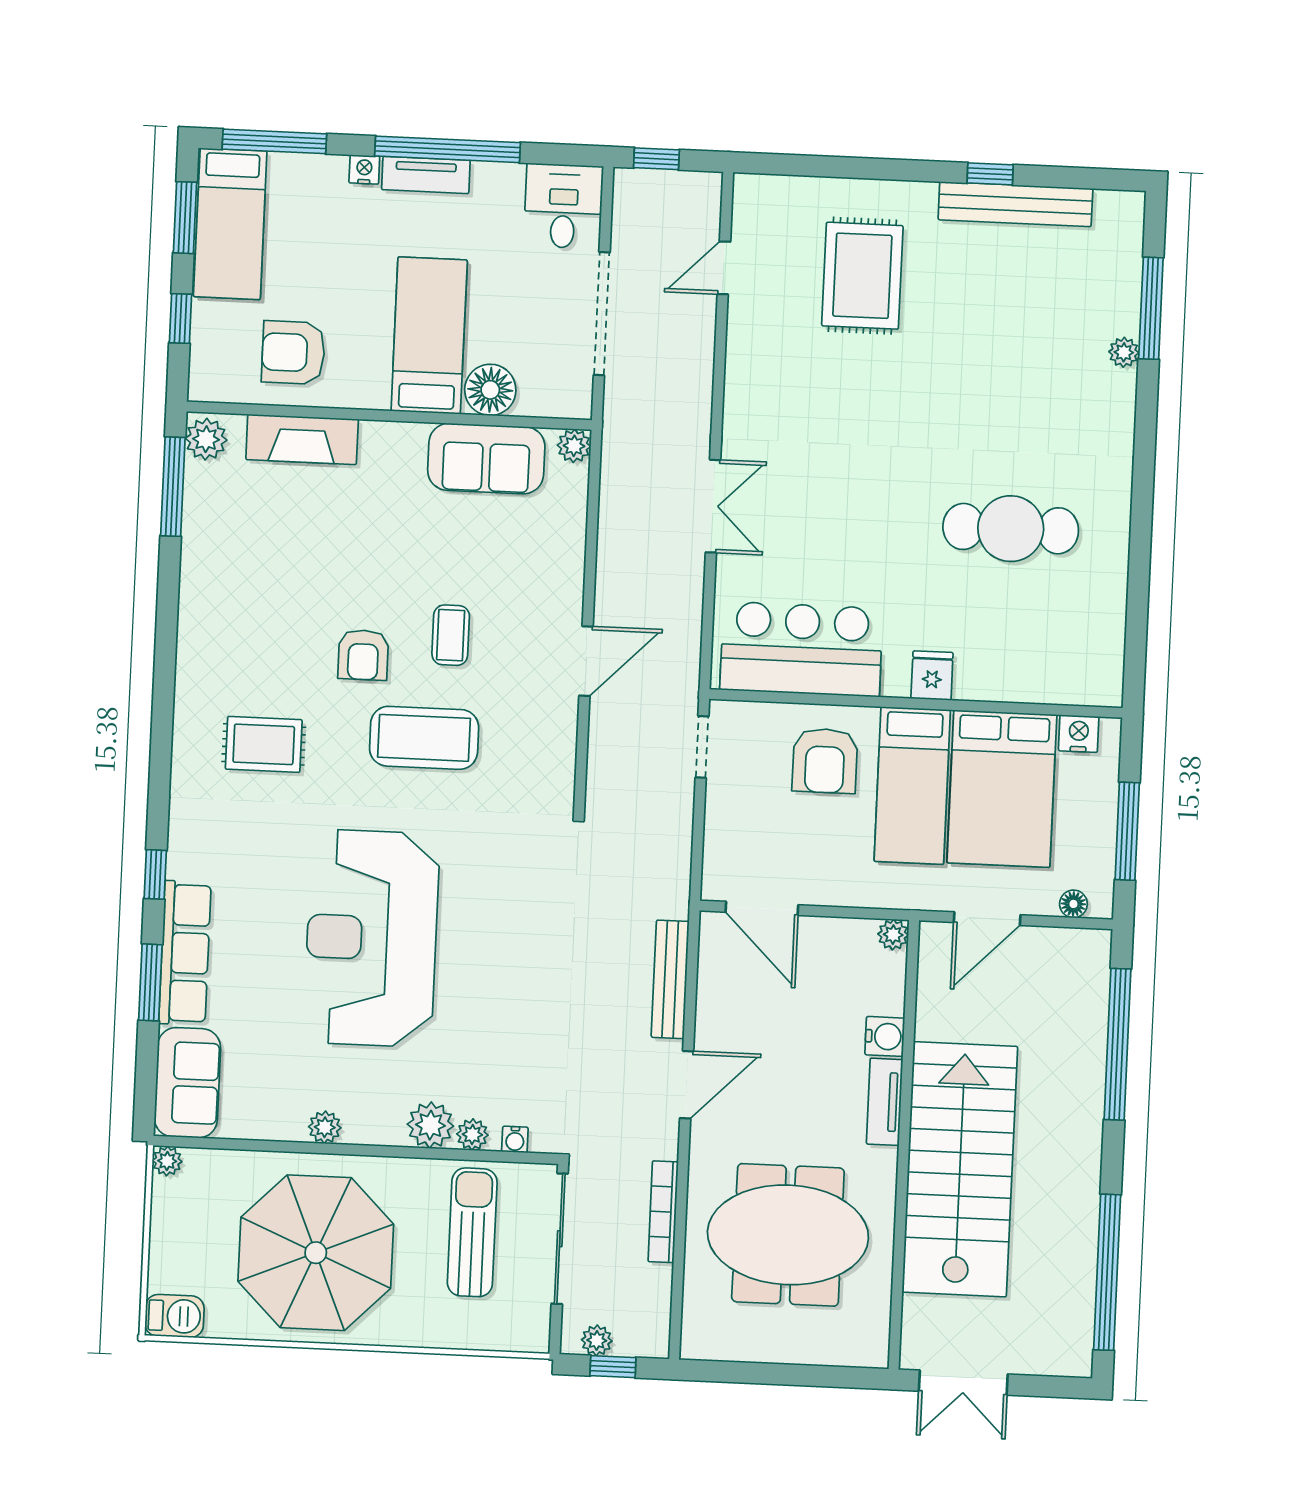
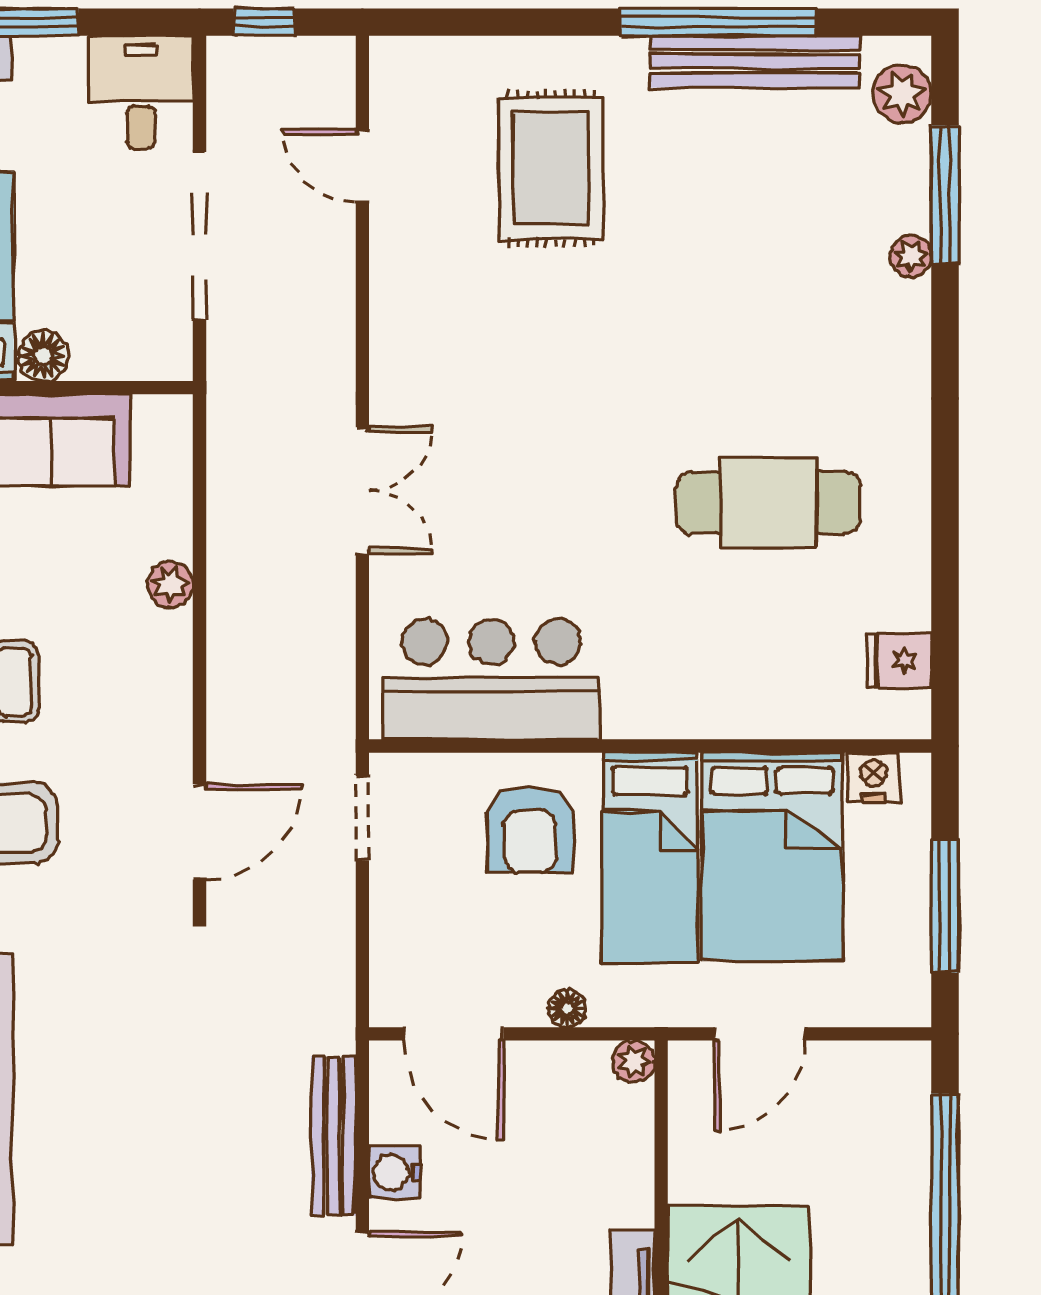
window: (990, 174) -> (718, 22), width x3.17
plant: (1123, 233) -> (902, 94), added
door: (724, 268) -> (362, 166), hinge flipped
floor lamp: (490, 390) -> (43, 356), width x0.73, depth x0.73
plant: (574, 446) -> (170, 584), moved
door: (586, 661) -> (199, 832), moved
fridge: (932, 676) -> (899, 661), moved, turned -90
floor lamp: (1073, 904) -> (567, 1009), moved
water cooler: (885, 1036) -> (395, 1172), moved, turned 180

